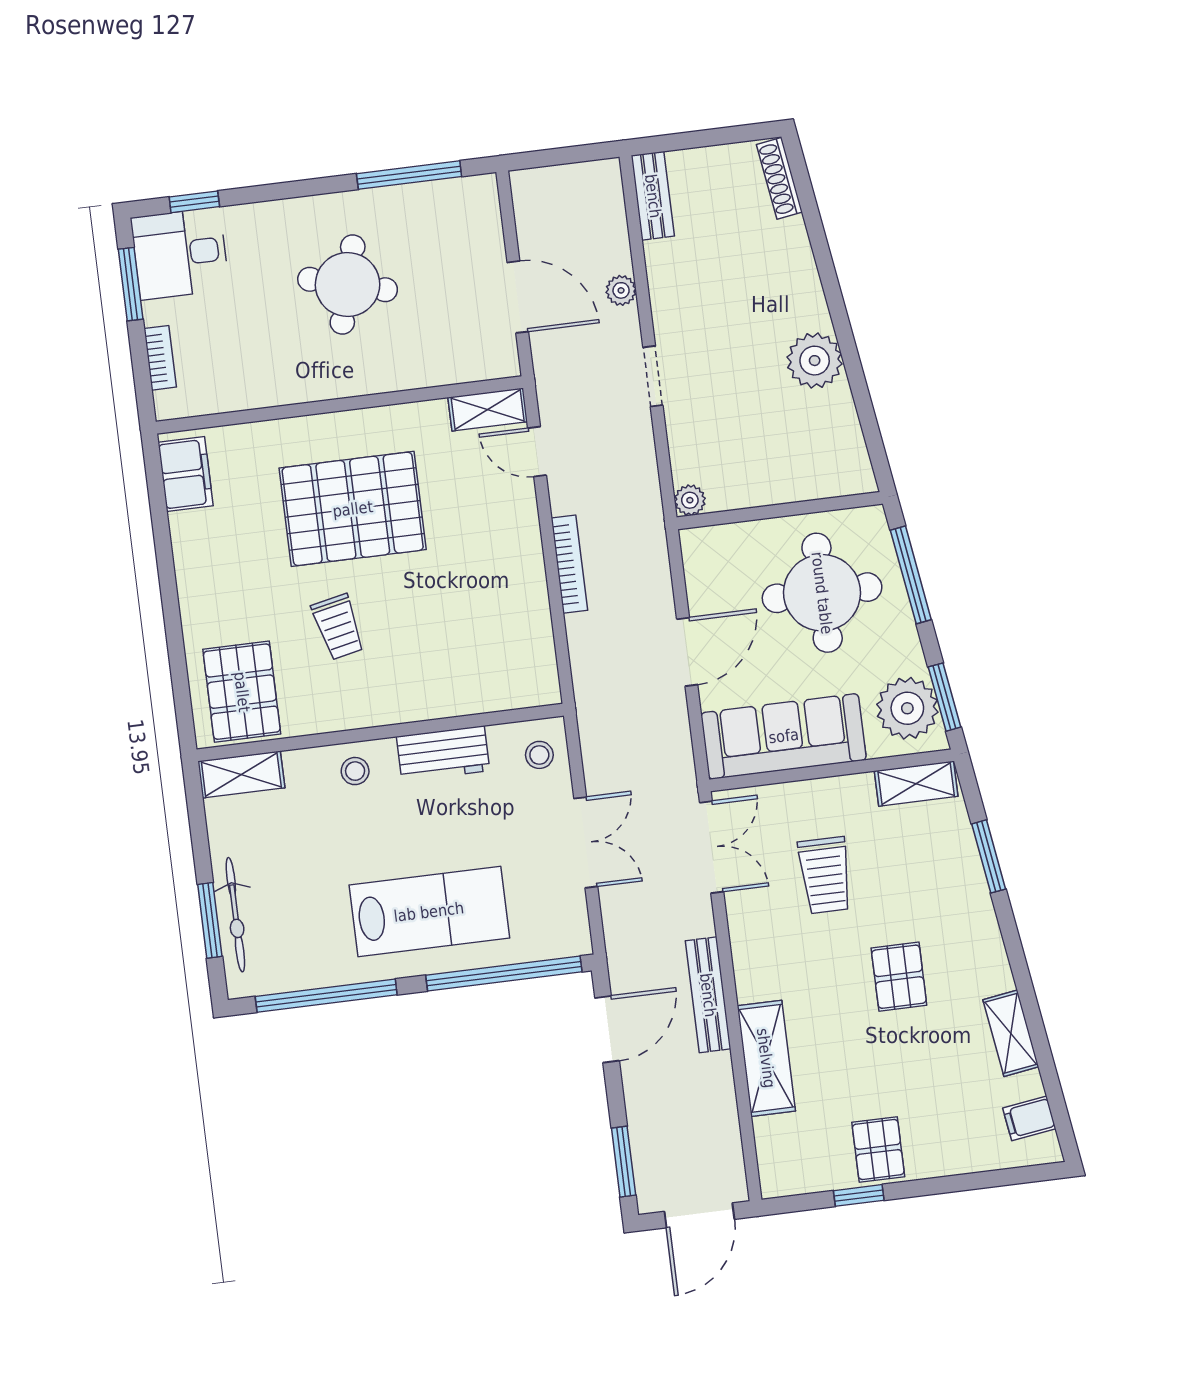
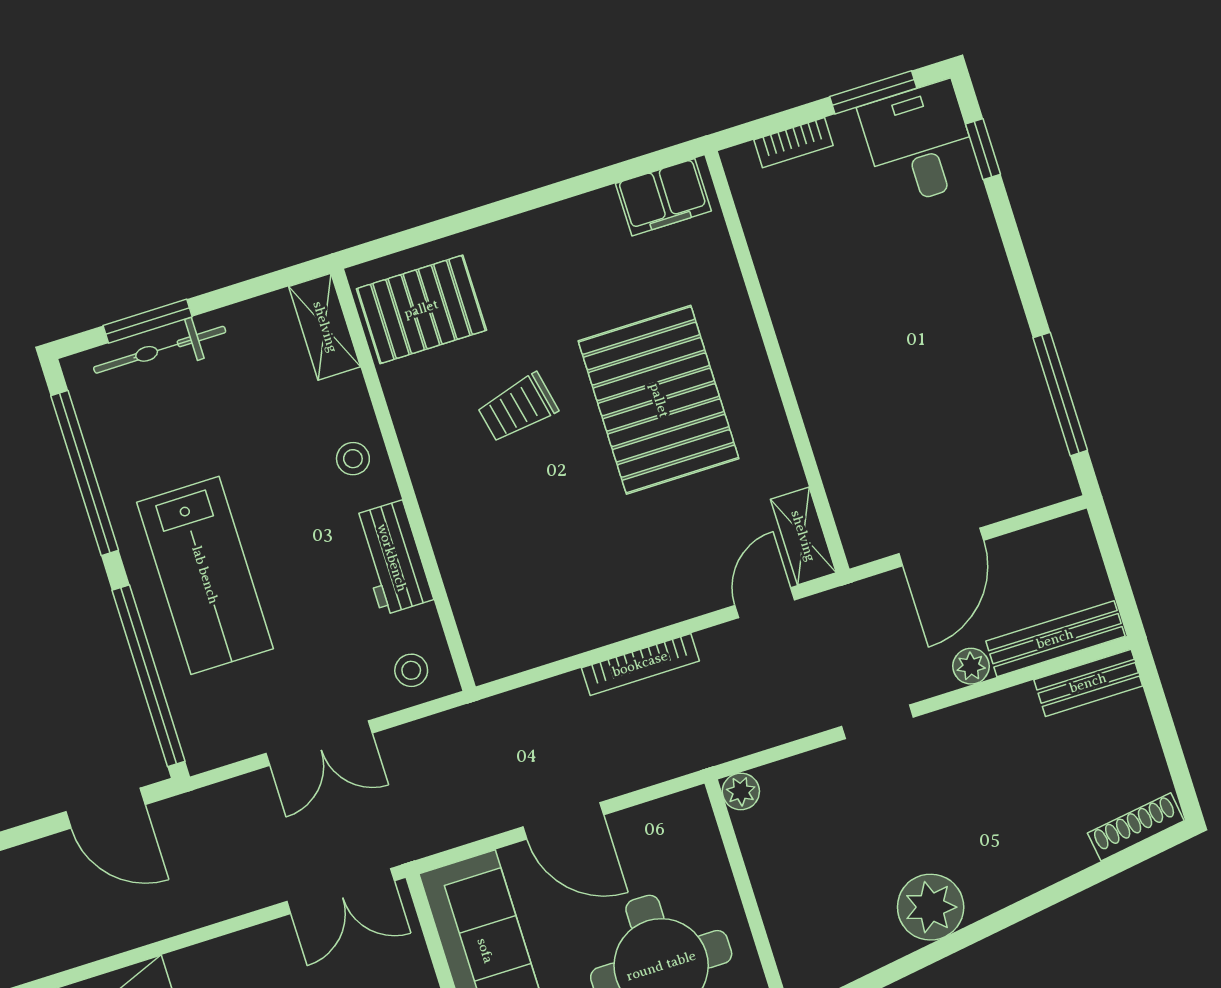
round table: (348, 285) -> (919, 346), removed
bench: (708, 995) -> (1055, 639), moved

